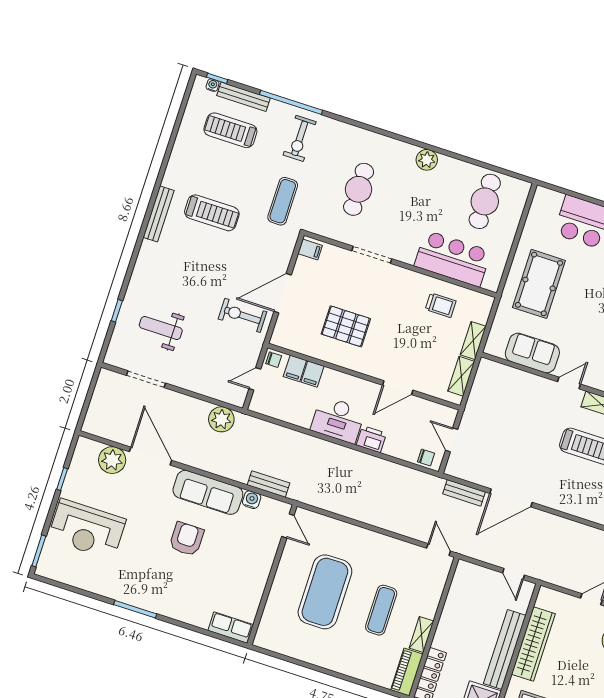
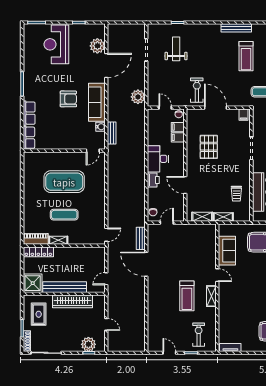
row of seats: (189, 614) -> (29, 113), added

